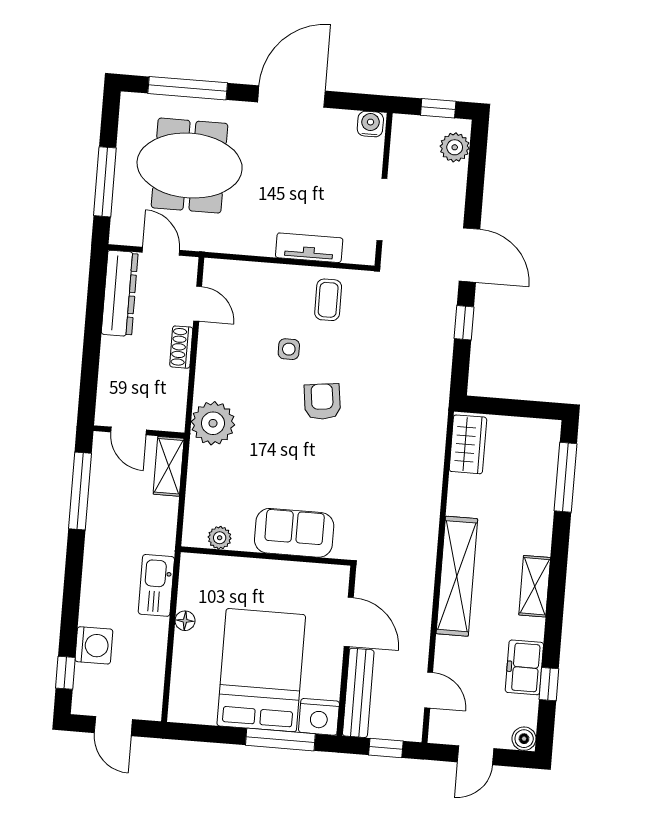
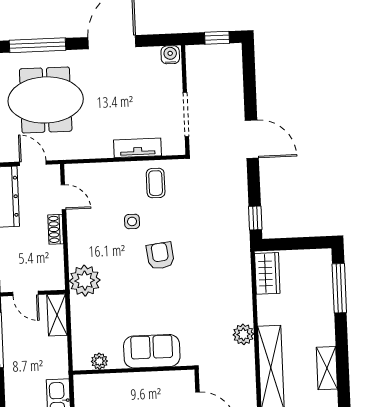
plant: (455, 147) -> (243, 334), moved
window: (464, 323) -> (255, 218), moved

